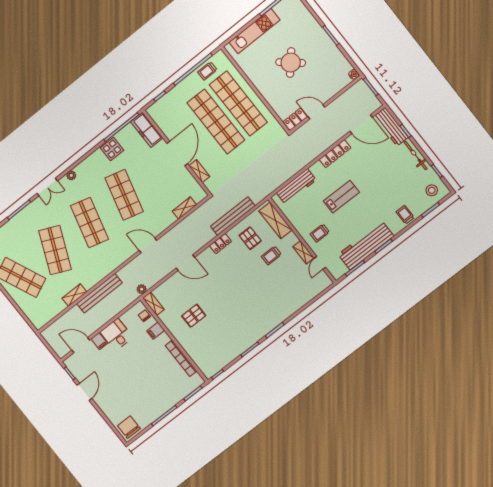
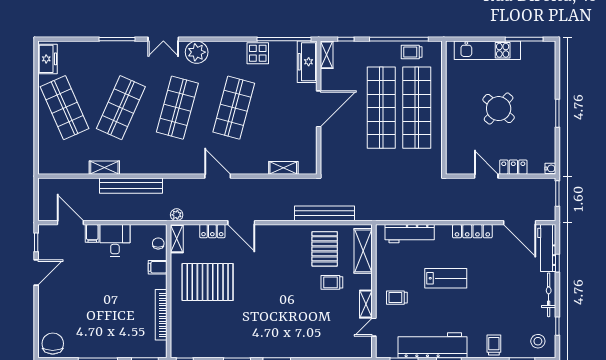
locker: (295, 119) -> (513, 167), moved
shelving: (199, 171) -> (327, 55), moved
plant: (71, 175) -> (197, 52), width x1.88, depth x1.88
pallet: (250, 238) -> (325, 249), width x1.50, depth x1.42
locker: (220, 244) -> (212, 231), moved
pallet: (194, 316) -> (208, 282), width x2.05, depth x2.00

